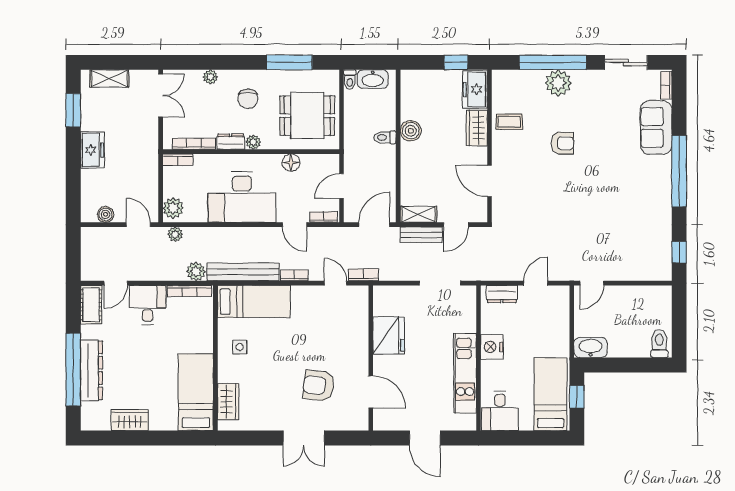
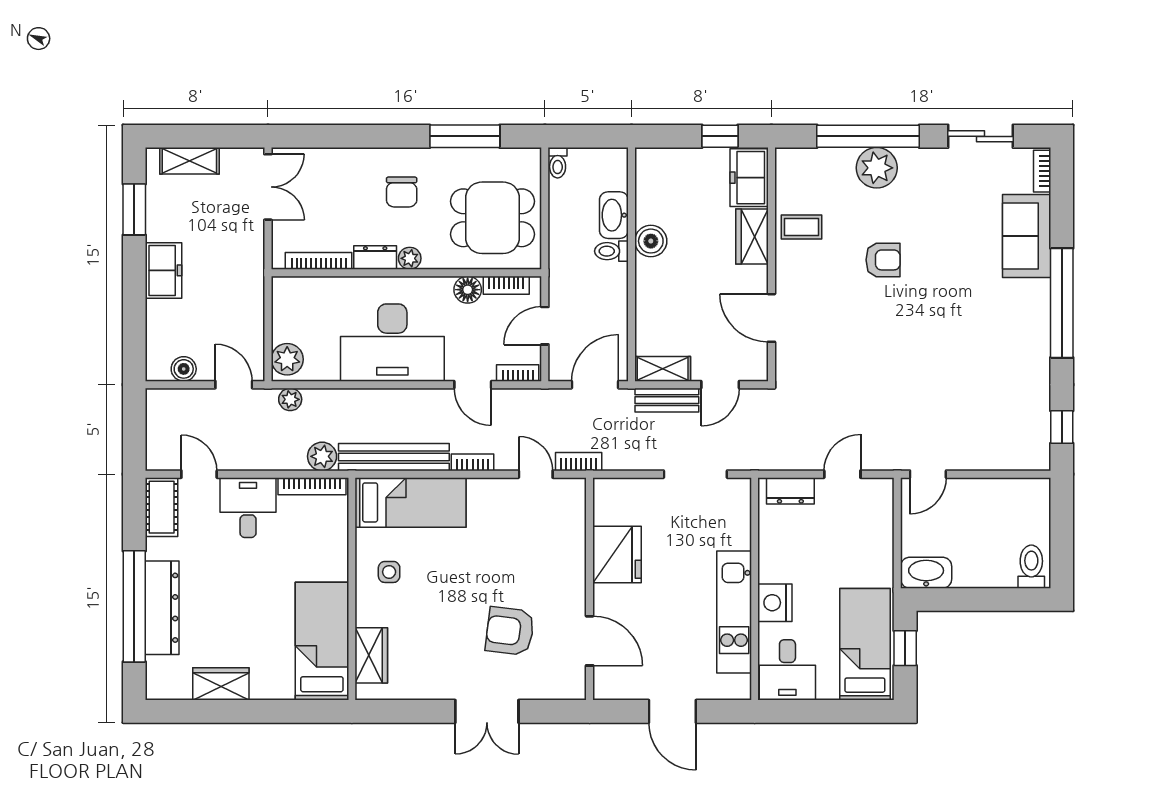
plant: (210, 77) -> (344, 158), removed
washbasin: (373, 79) -> (614, 215), moved, turned 90
bookcase: (178, 160) -> (506, 285), moved
door: (116, 283) -> (199, 474), swing flipped
nightstand: (492, 347) -> (775, 603), moved

